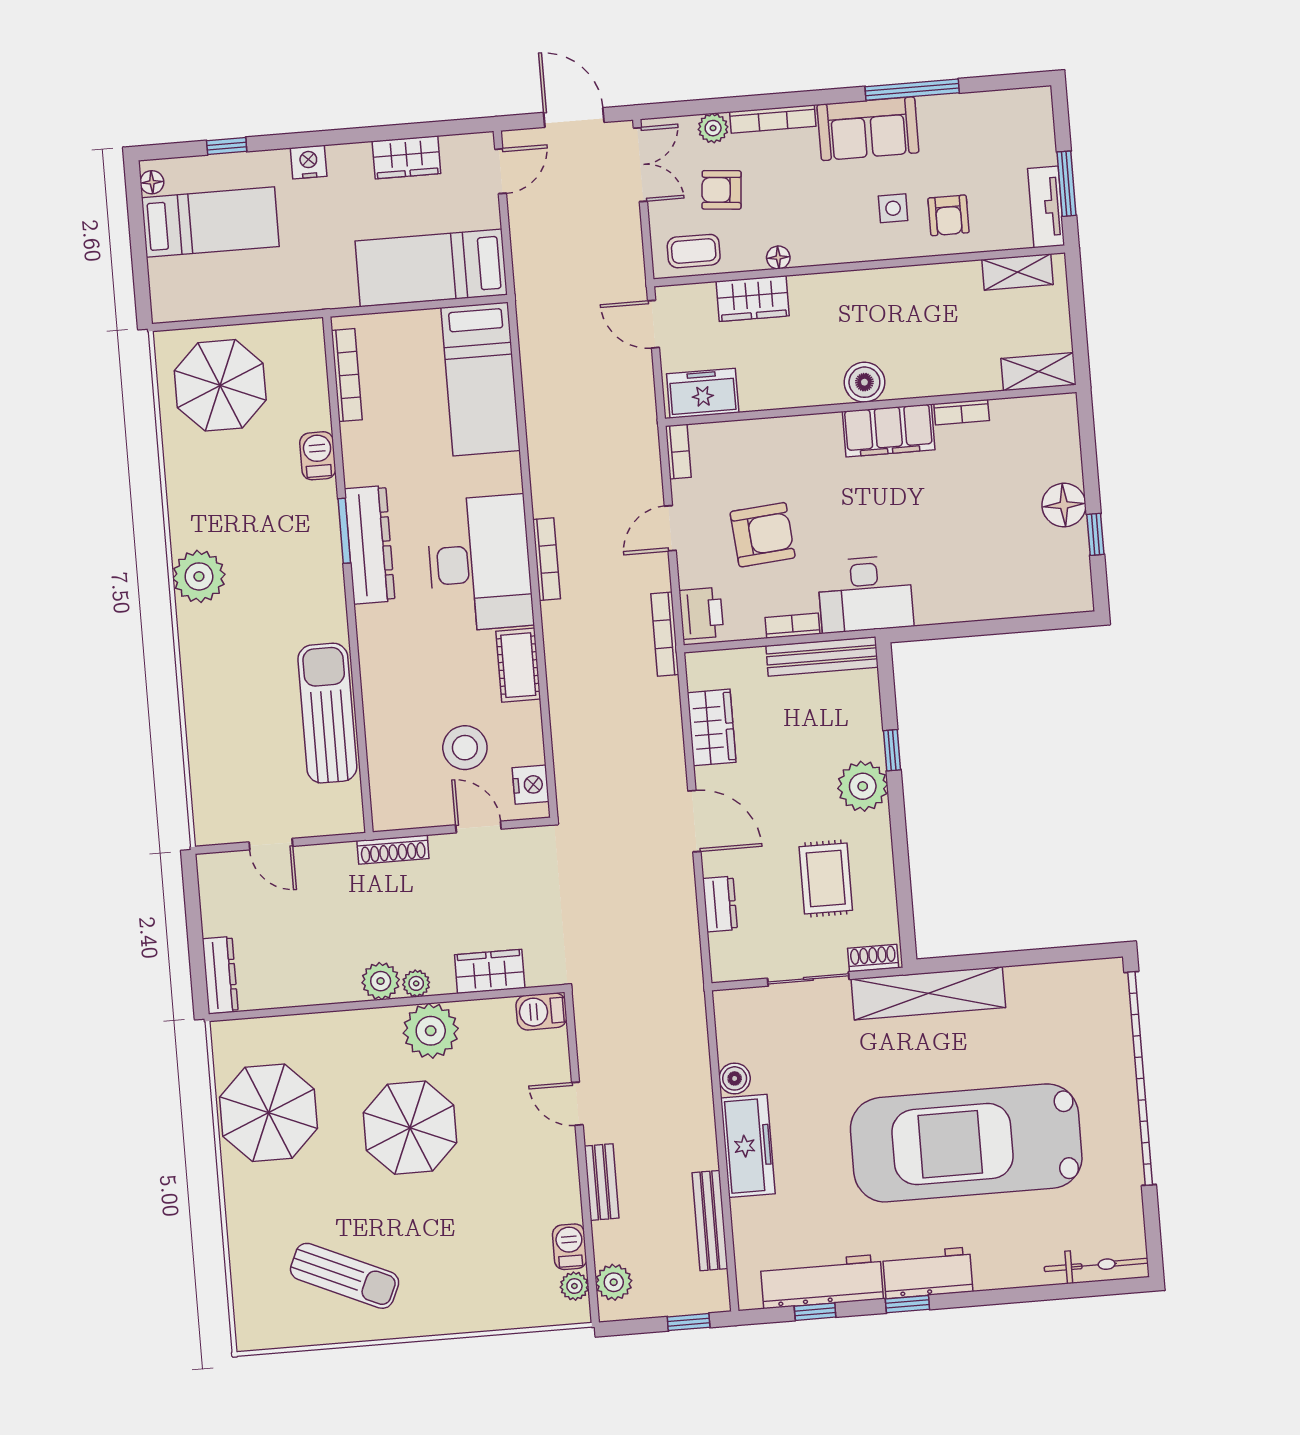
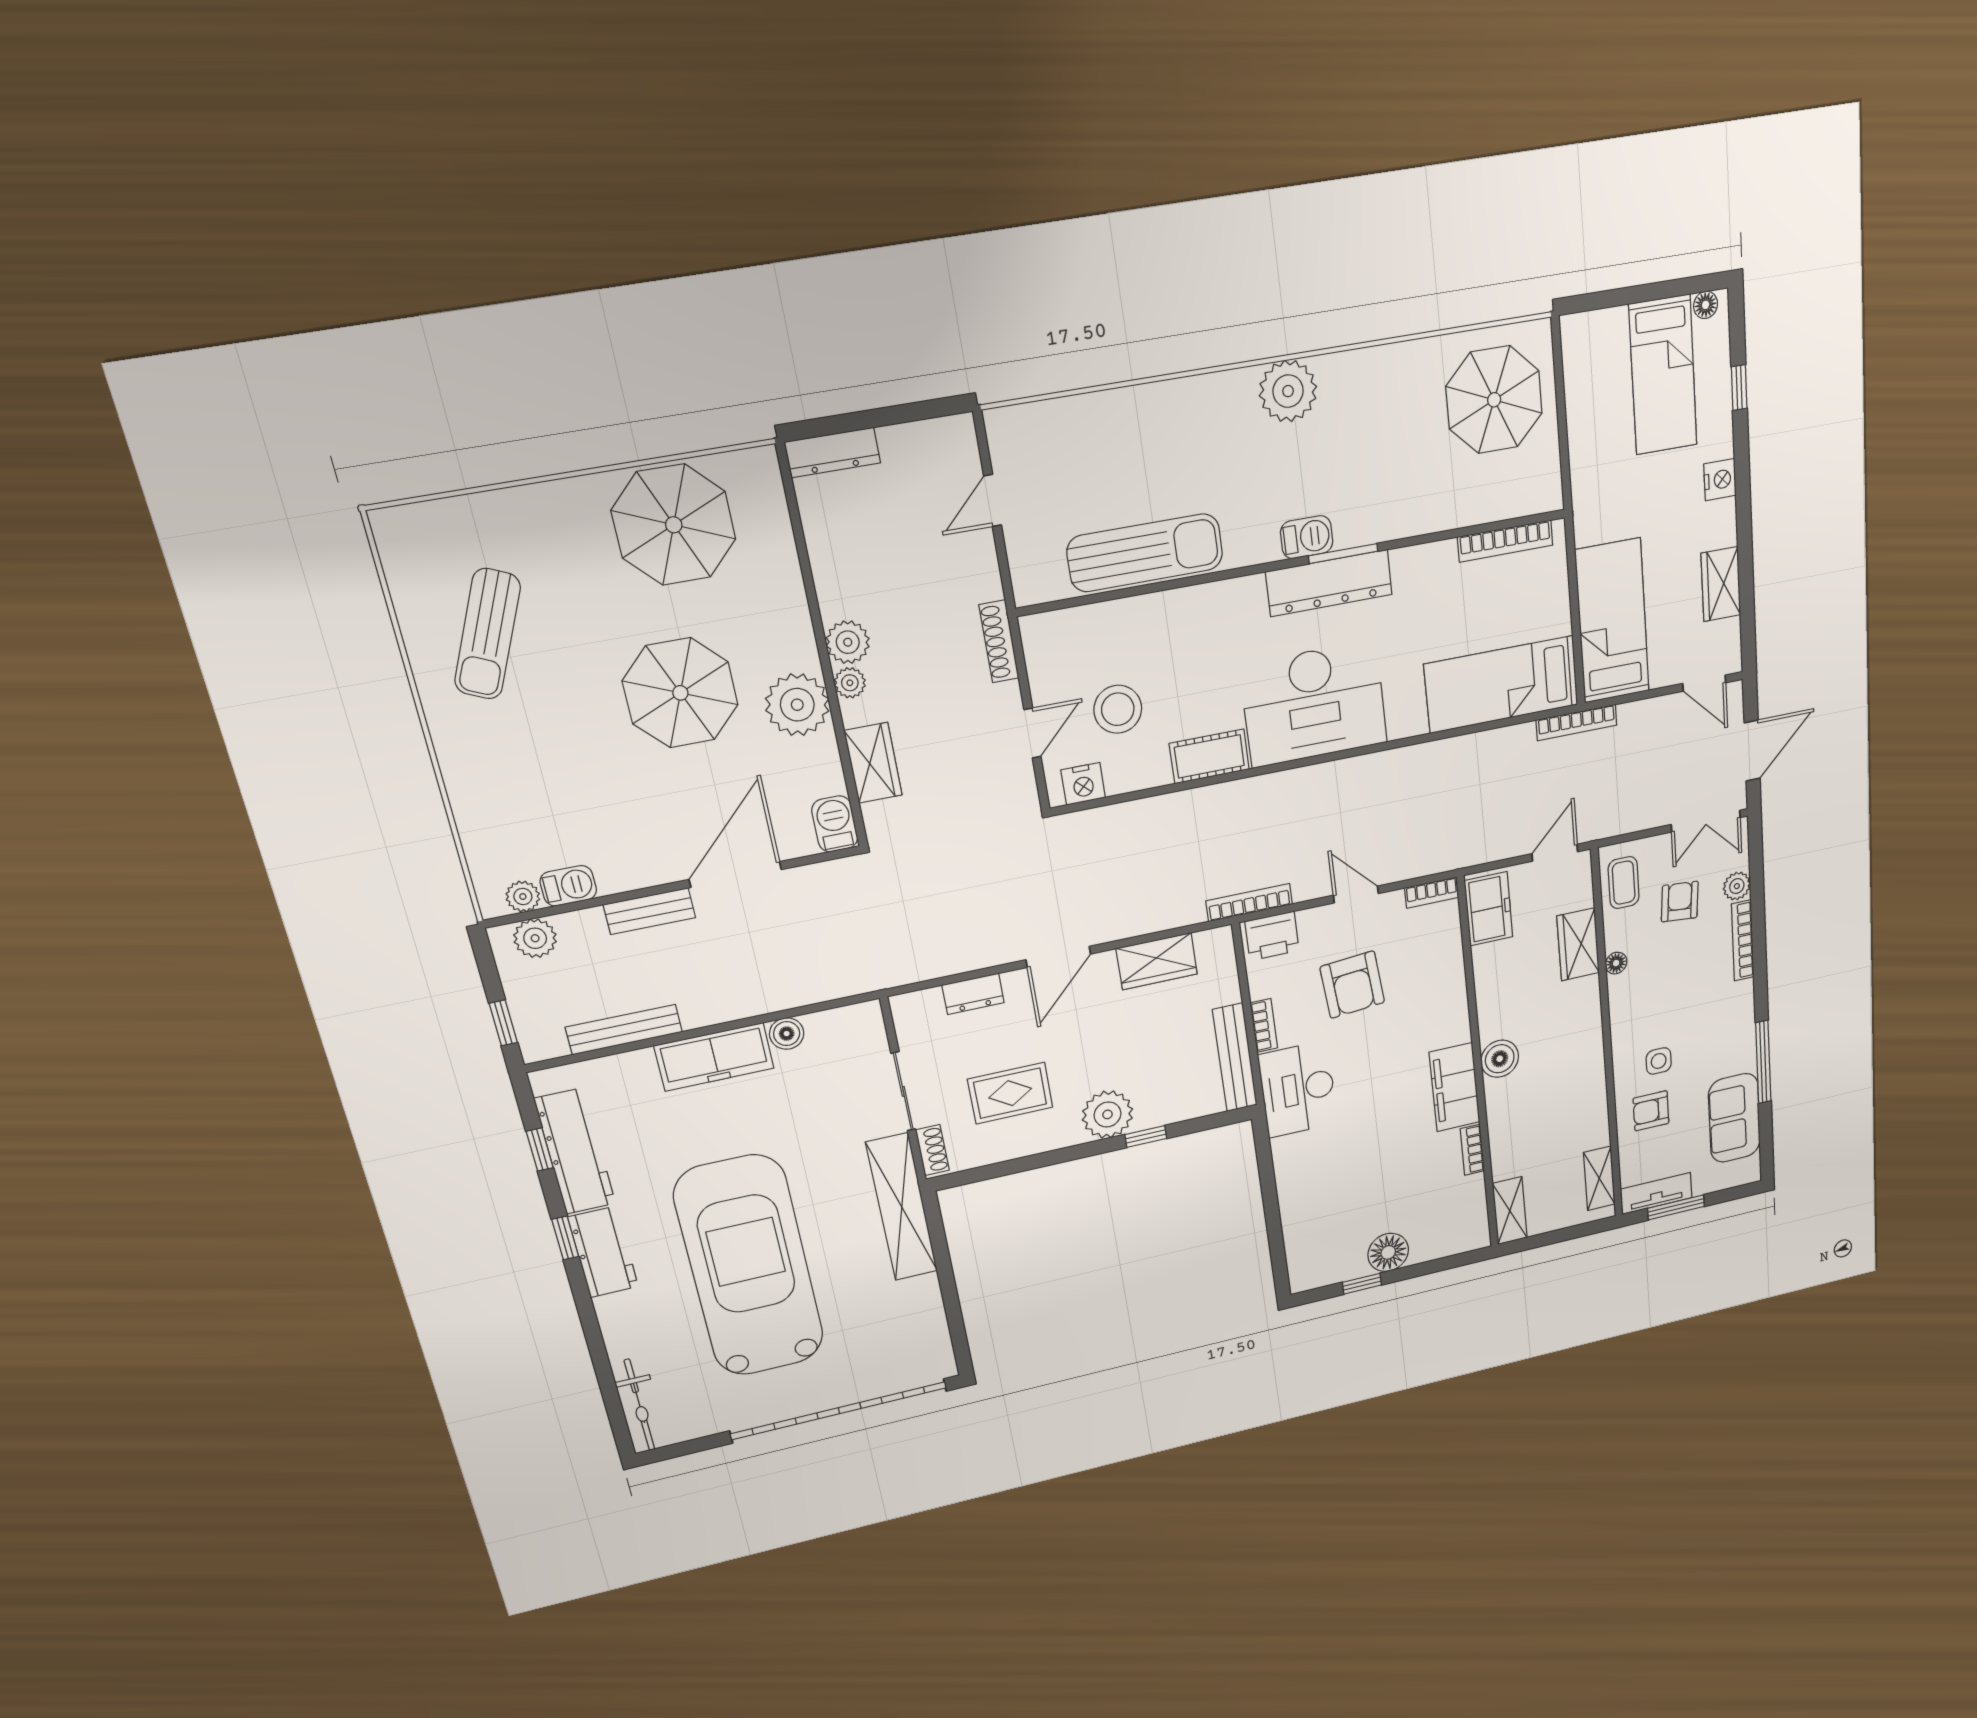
sofa: (868, 129) -> (1734, 1118), moved
barbecue: (318, 456) -> (1307, 537), moved
bookcase: (546, 559) -> (1577, 723), moved
door: (577, 1104) -> (735, 875), width x1.88

